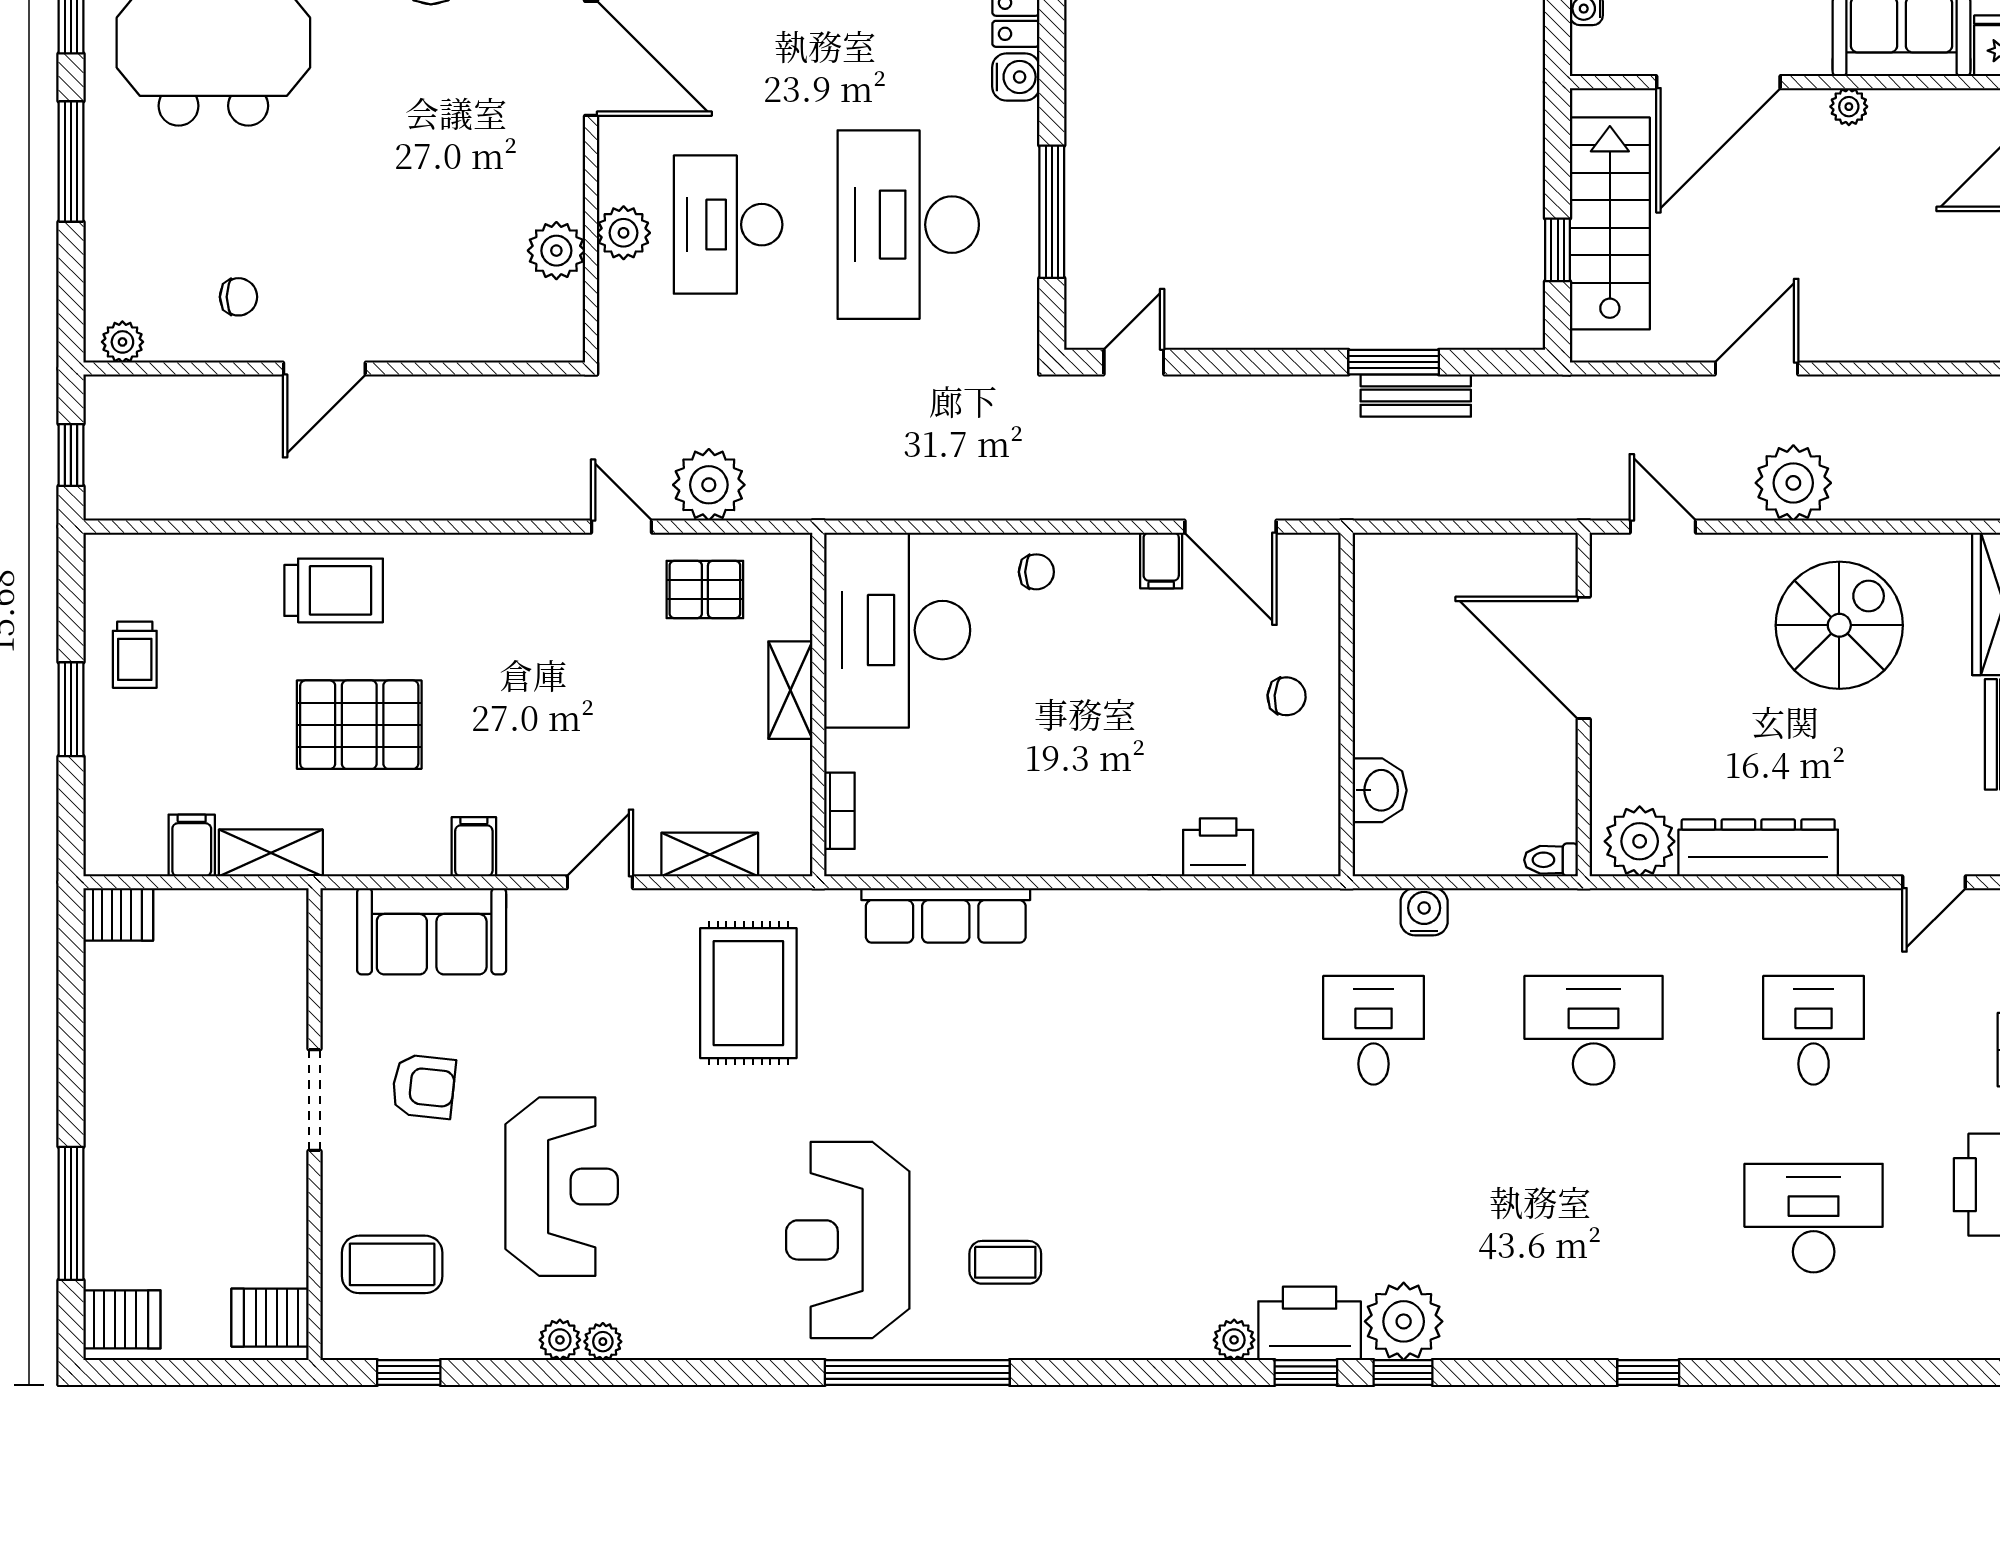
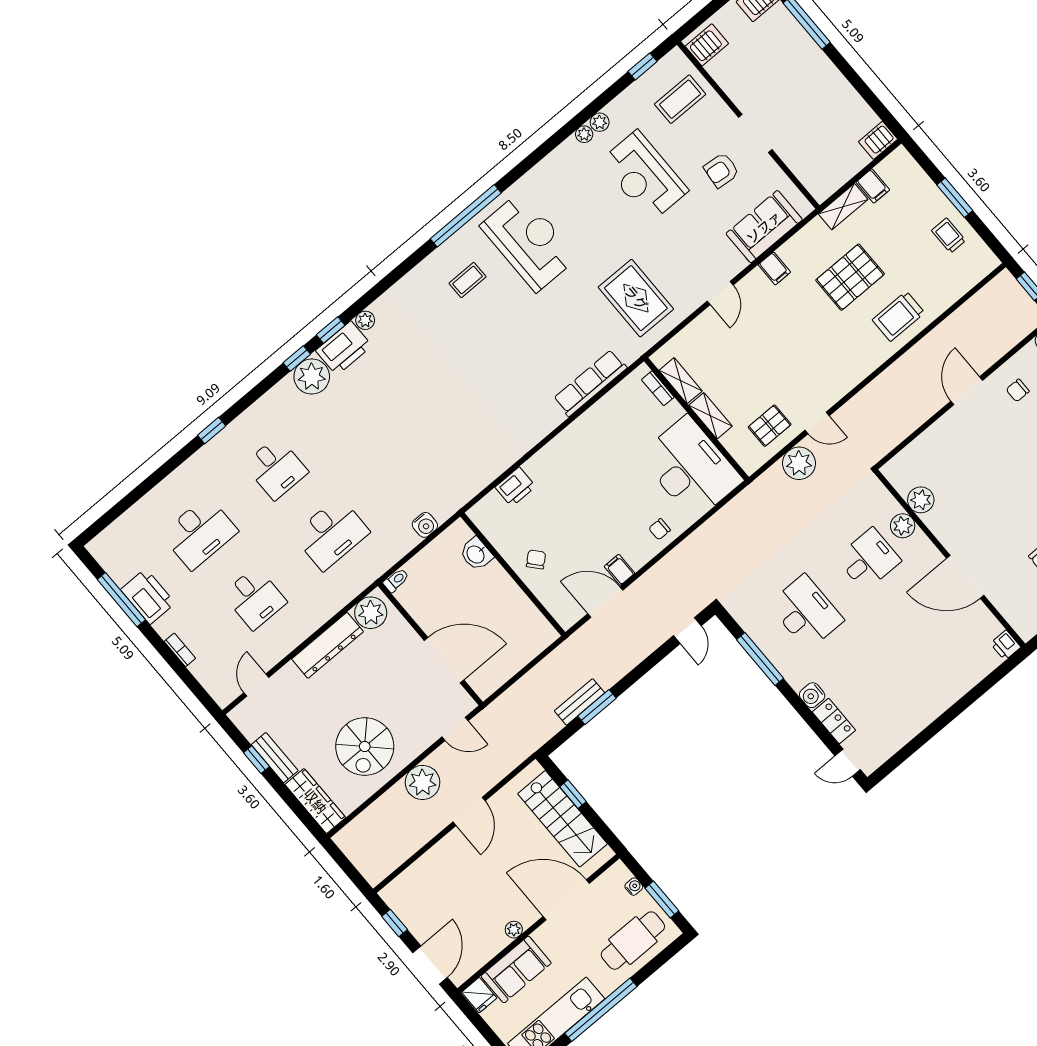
door: (1718, 82) -> (566, 900), hinge flipped
desk: (728, 225) -> (869, 559), width x0.73
desk: (908, 225) -> (806, 612), width x0.73, depth x0.77
chair: (1287, 696) -> (536, 559), turned 135
shelving: (710, 854) -> (681, 381), moved, turned 90
desk: (1374, 1030) -> (276, 468), moved

